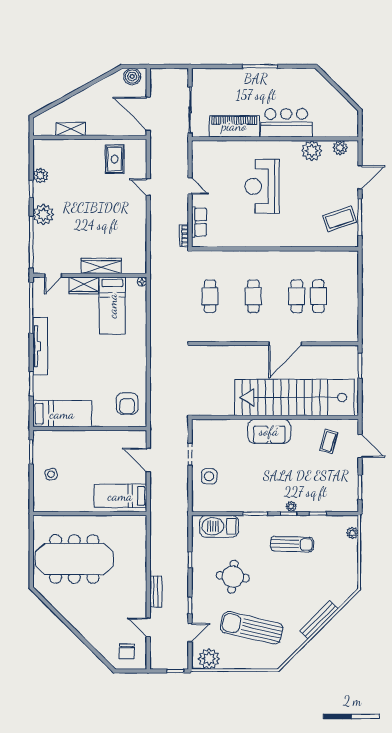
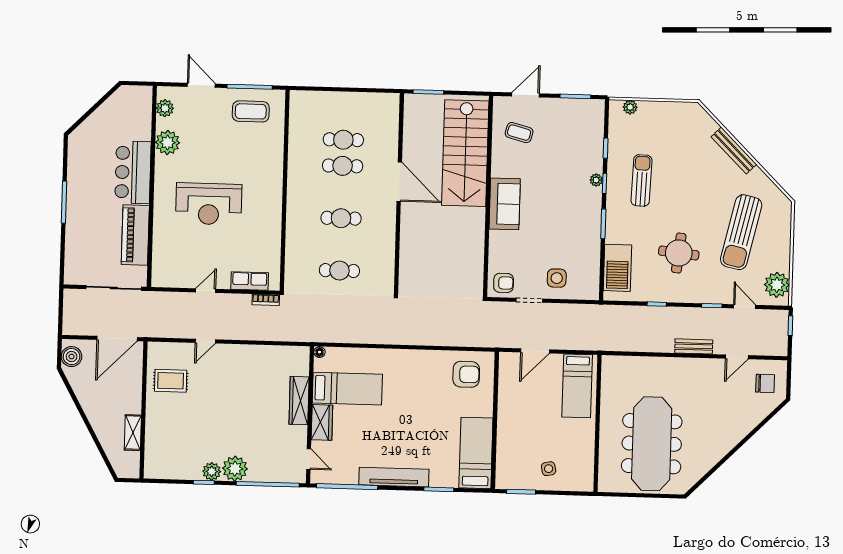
plant: (40, 176) -> (212, 471), moved
coffee table: (339, 219) -> (251, 111), turned -71
stairs: (294, 397) -> (465, 153), width x0.73
armchair: (204, 432) -> (504, 283), added

